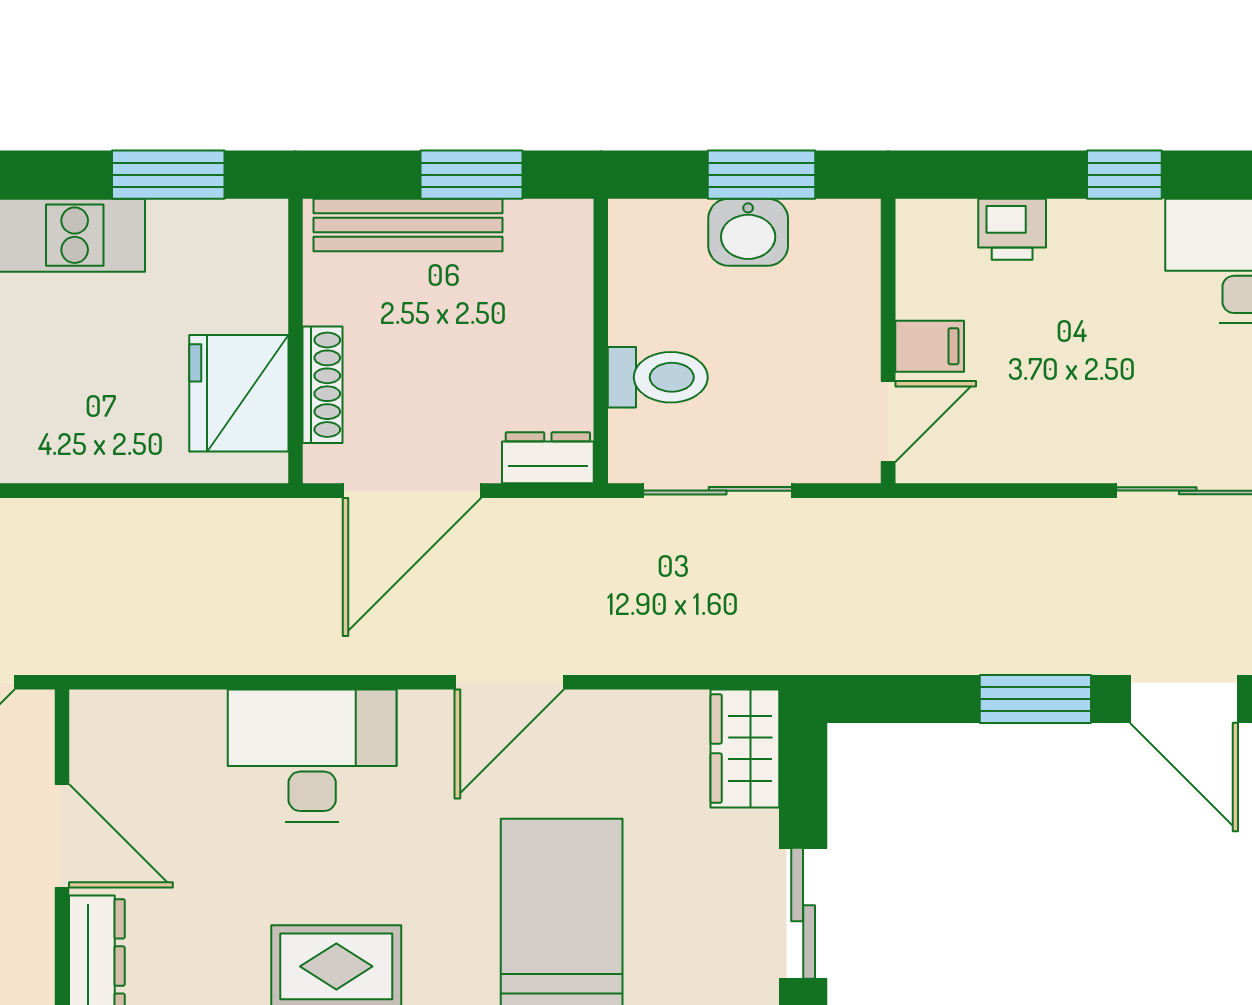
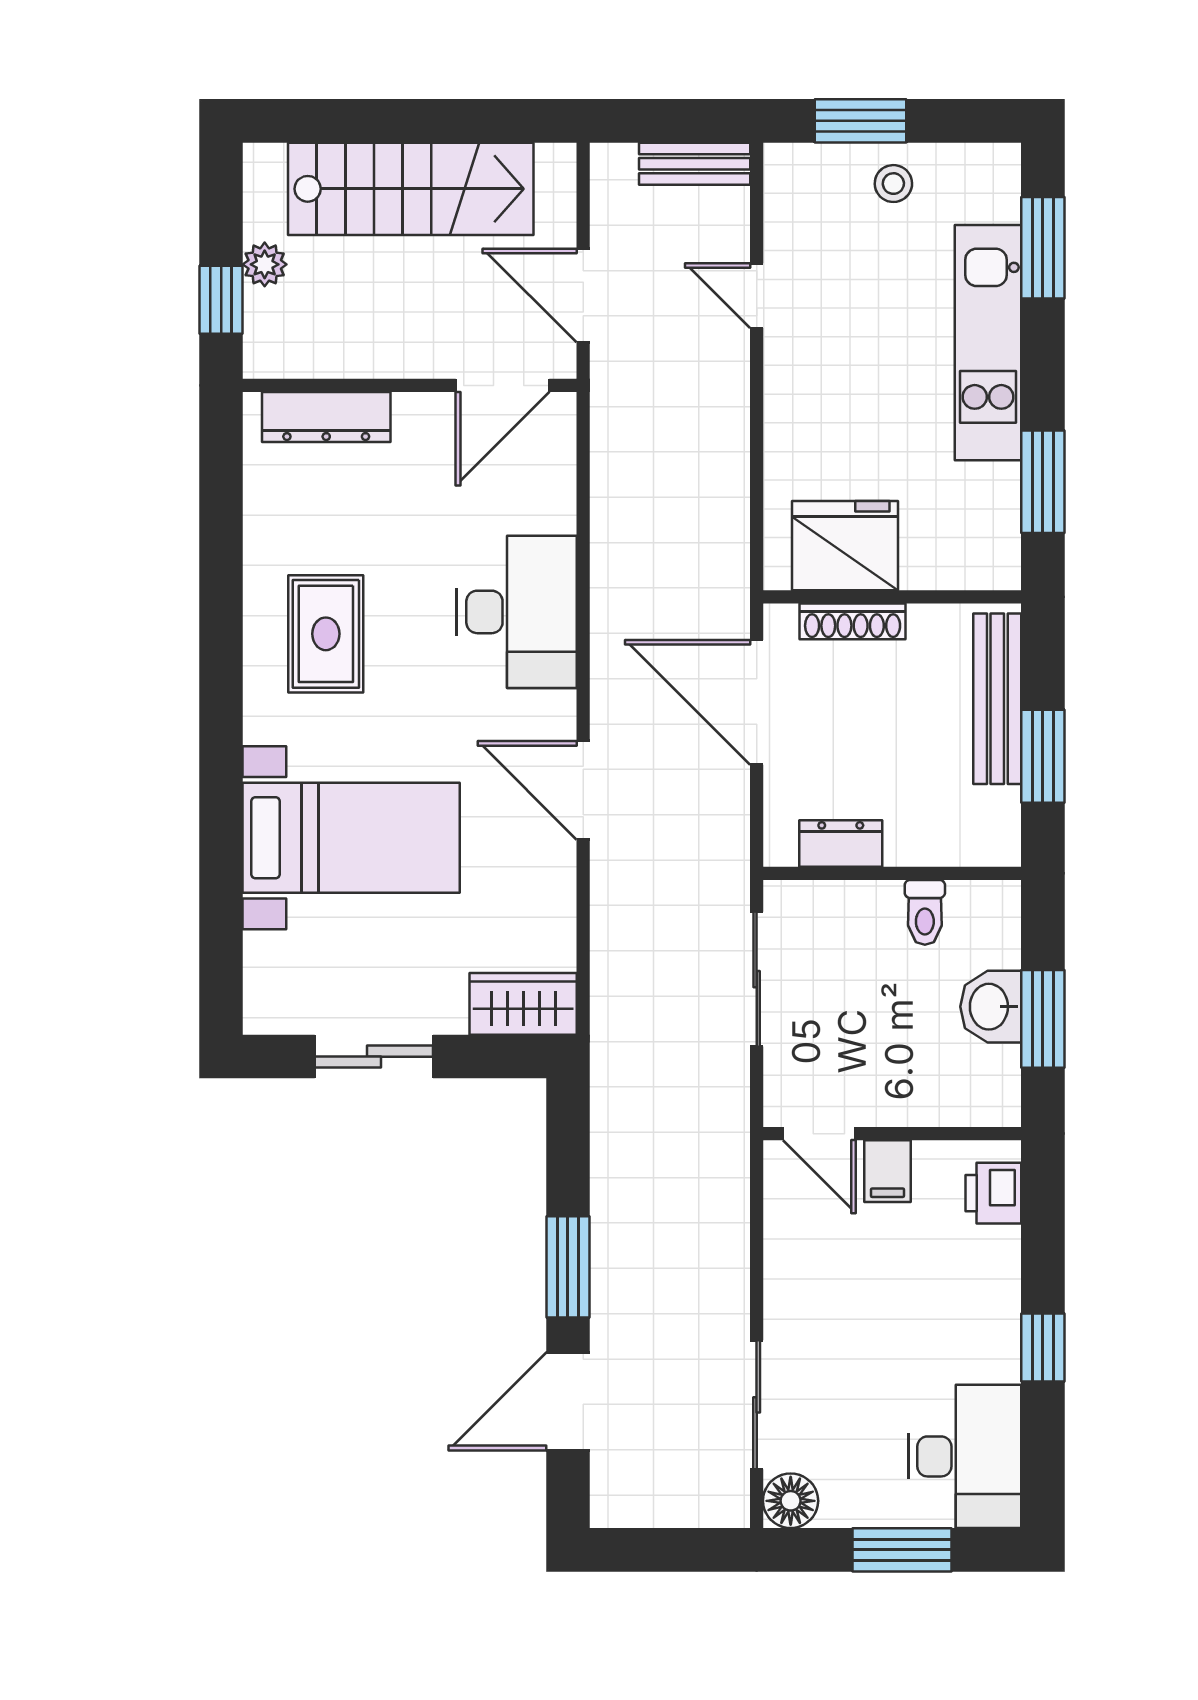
printer: (1012, 229) -> (993, 1193), moved
toilet: (658, 377) -> (925, 912), moved, width x0.73, depth x0.72
dresser: (548, 458) -> (841, 844), moved, turned -90
door: (62, 836) -> (502, 385), moved

